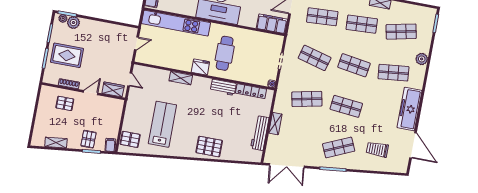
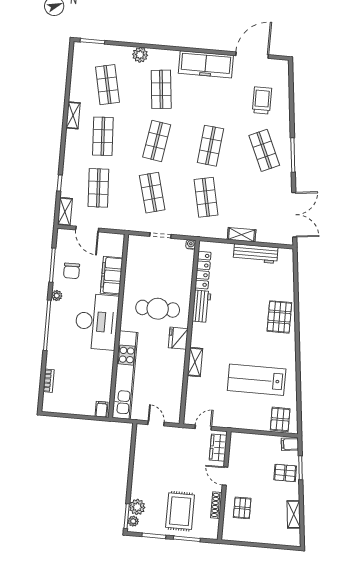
filing cabinet: (272, 24) -> (112, 276), moved
shop shelf: (315, 58) -> (152, 193), turned -30
trolley: (377, 149) -> (262, 100), turned 180

